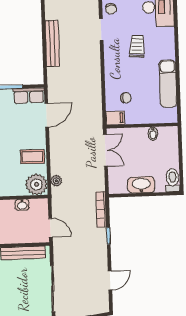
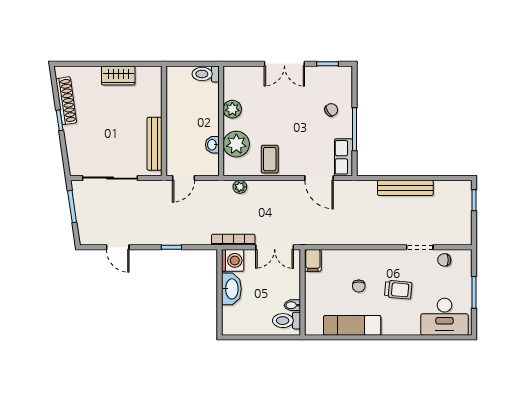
chair: (126, 98) -> (359, 286), moved
toilet: (173, 180) -> (287, 321), moved, turned 180
plant: (37, 184) -> (236, 144), moved
washing machine: (118, 185) -> (233, 260), added
bookcase: (101, 209) -> (233, 240), moved

